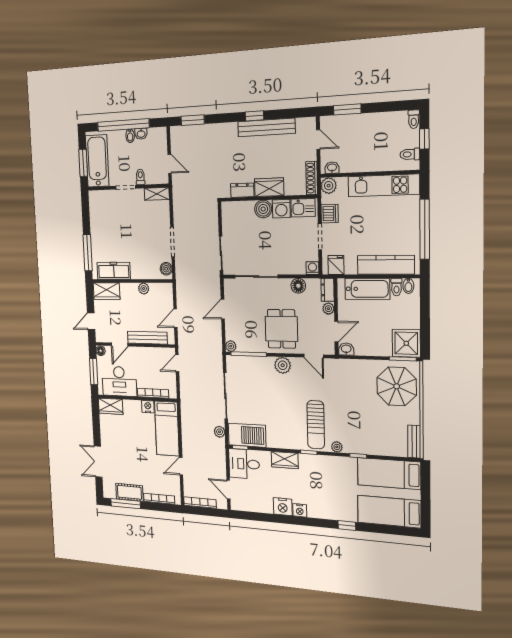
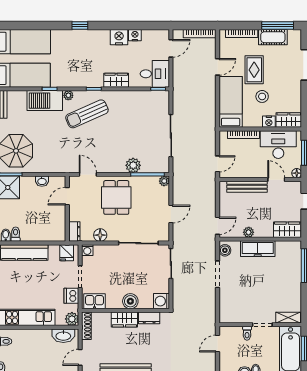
door: (318, 140) -> (80, 357), hinge flipped
door: (170, 164) -> (218, 344), hinge flipped
washbasin: (332, 168) -> (63, 336), width x1.91, depth x1.45
shelving: (157, 194) -> (288, 318), moved
washing machine: (281, 209) -> (162, 301), moved, turned -90
freezer: (114, 271) -> (258, 249), moved
bathtub: (367, 289) -> (40, 233), removed
plant: (328, 309) -> (74, 216), removed
door: (175, 318) -> (218, 226), moved
door: (119, 345) -> (276, 180), hinge flipped
washbasin: (346, 349) -> (42, 181), moved
plant: (283, 365) -> (133, 165), moved
nightstand: (148, 407) -> (269, 122), moved
sun lounger: (316, 425) -> (87, 114), turned -114
stool: (137, 432) -> (262, 96), added
plant: (220, 432) -> (178, 102), removed
barbecue: (247, 435) -> (45, 101), moved
rug: (146, 460) -> (254, 70), added
door: (228, 490) -> (171, 48), hinge flipped
nightstand: (300, 510) -> (135, 35), moved
window: (347, 525) -> (80, 26), moved

